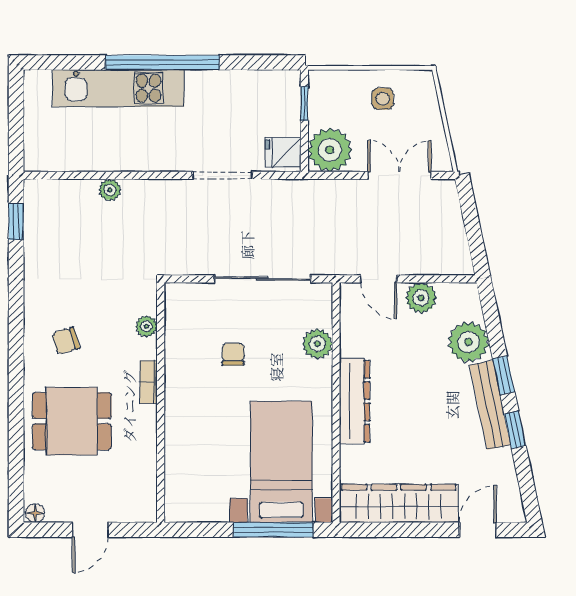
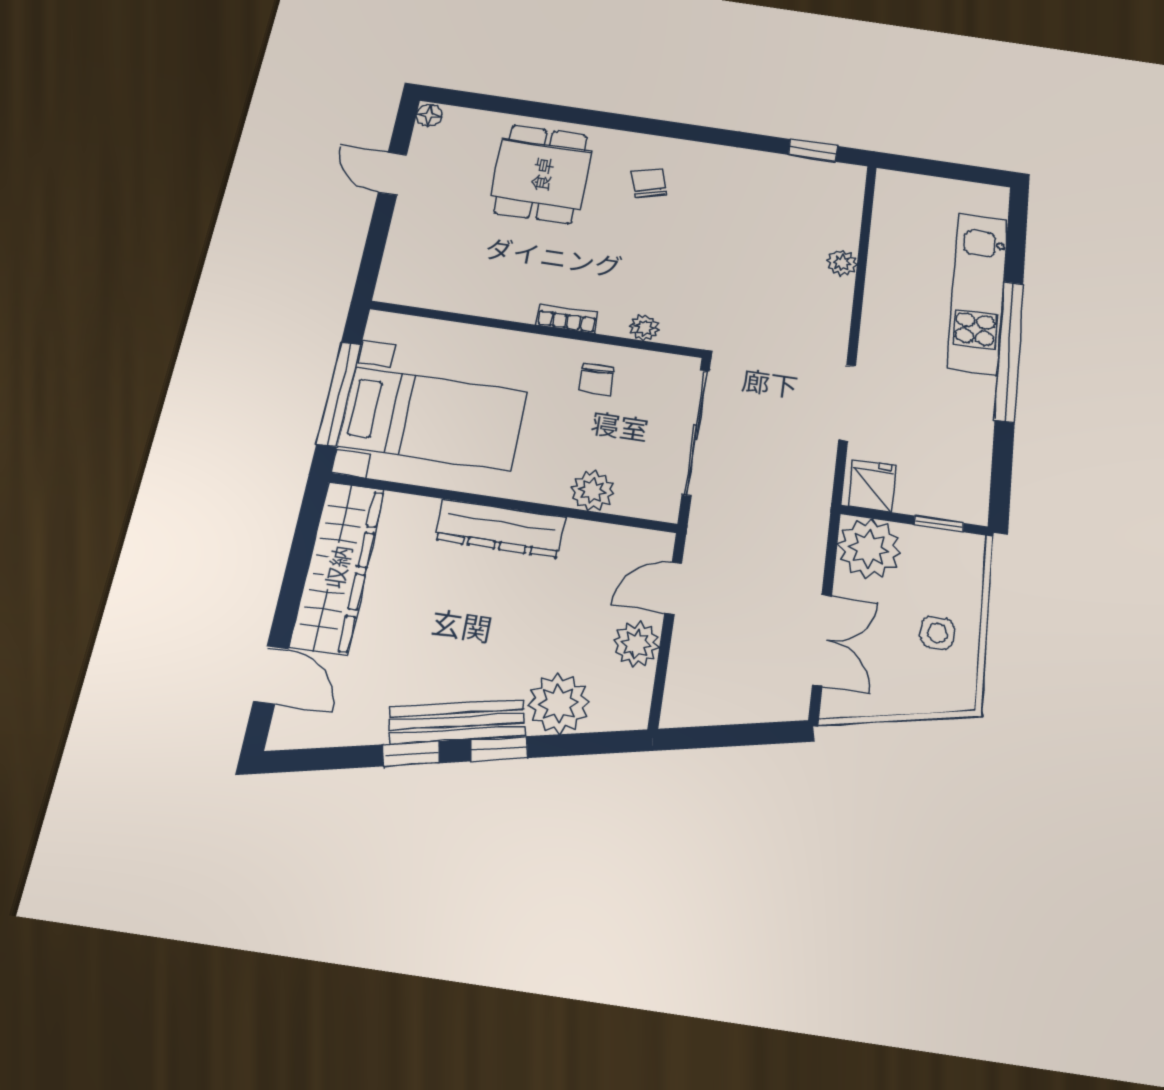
plant: (146, 326) -> (644, 327), moved
chair: (233, 354) -> (596, 379), turned 90
bookcase: (149, 382) -> (567, 319), moved
wall: (161, 402) -> (536, 329), moved

